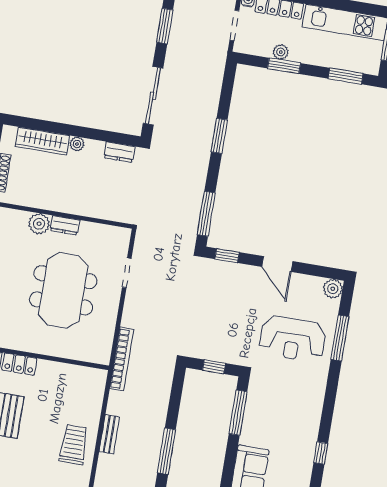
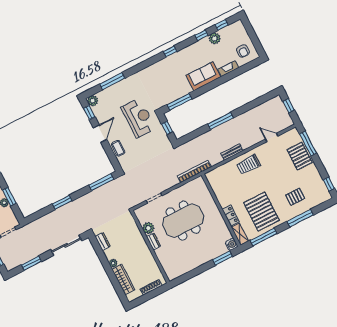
plant: (39, 224) -> (148, 228), moved
window: (227, 256) -> (89, 112), moved
coffee table: (237, 274) -> (118, 148), added
reception desk: (292, 339) -> (138, 118), moved

